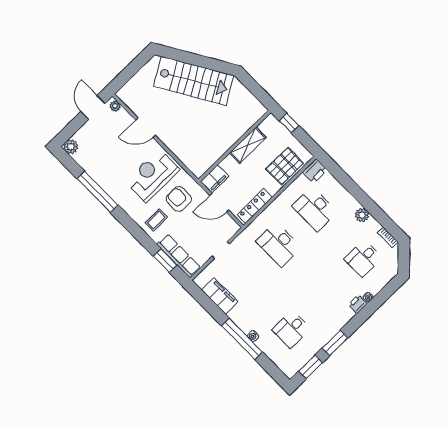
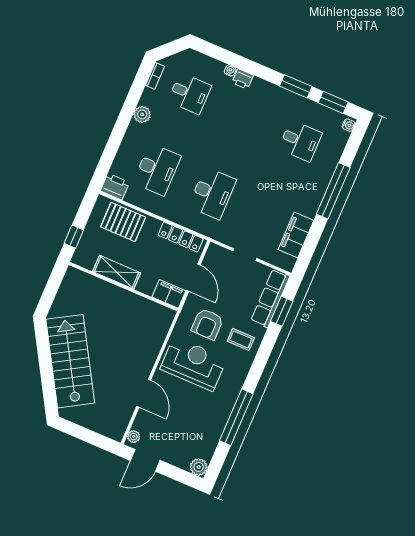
reception desk: (152, 176) -> (193, 364), turned 180
water cooler: (253, 336) -> (349, 125), moved

